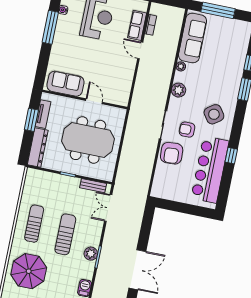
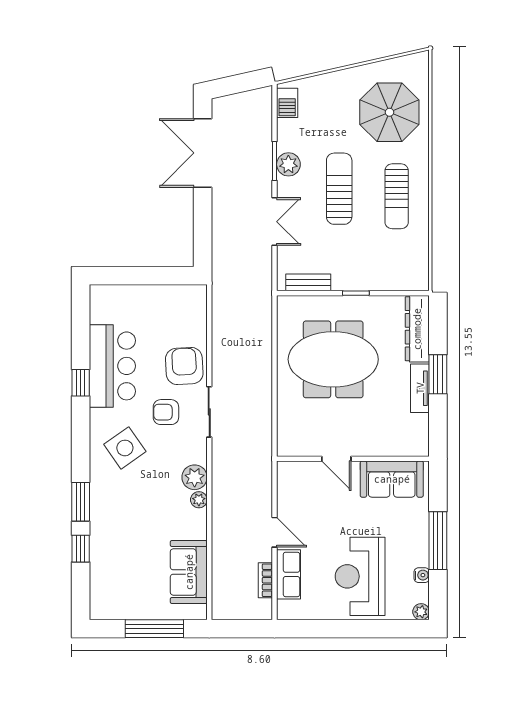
sofa: (192, 38) -> (189, 572), width x0.73
plant: (181, 66) -> (199, 500), moved
sofa: (66, 84) -> (392, 479), moved
wall: (85, 99) -> (353, 459), moved
door: (94, 101) -> (336, 459), moved
armchair: (187, 130) -> (166, 412), turned 180
bar counter: (210, 170) -> (112, 366), width x0.73
double door: (108, 208) -> (275, 222), moved
sun lounger: (65, 234) -> (339, 189), turned 180

